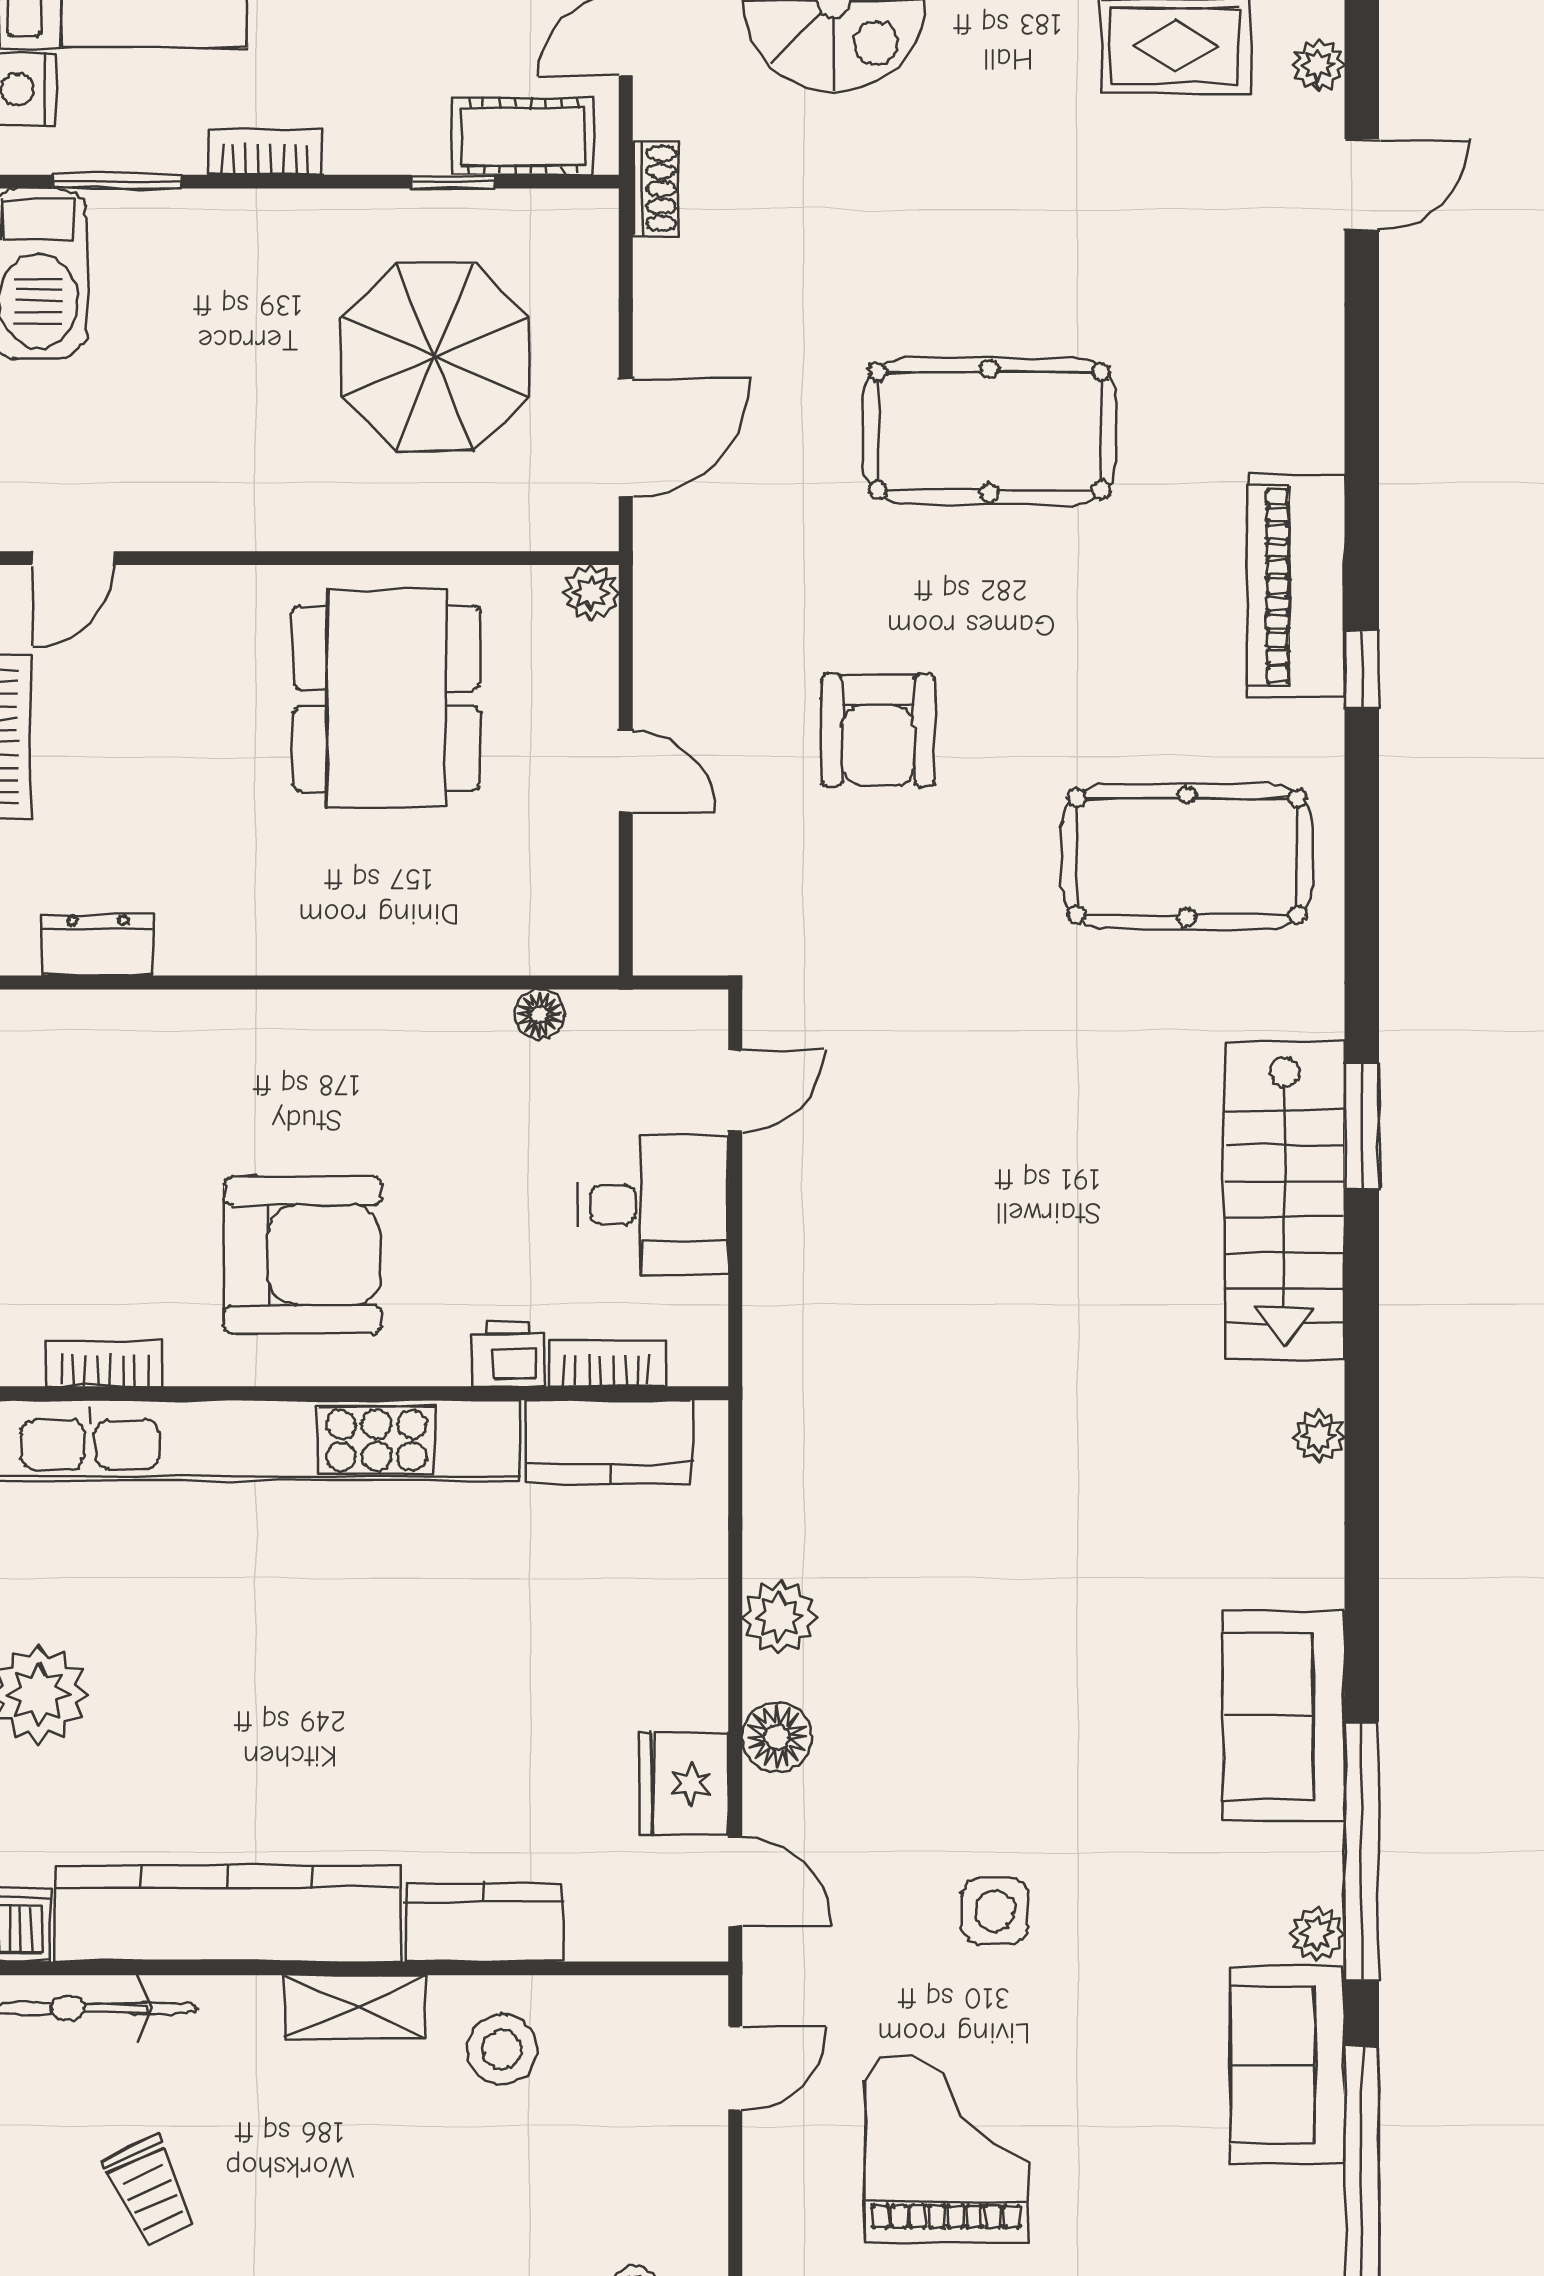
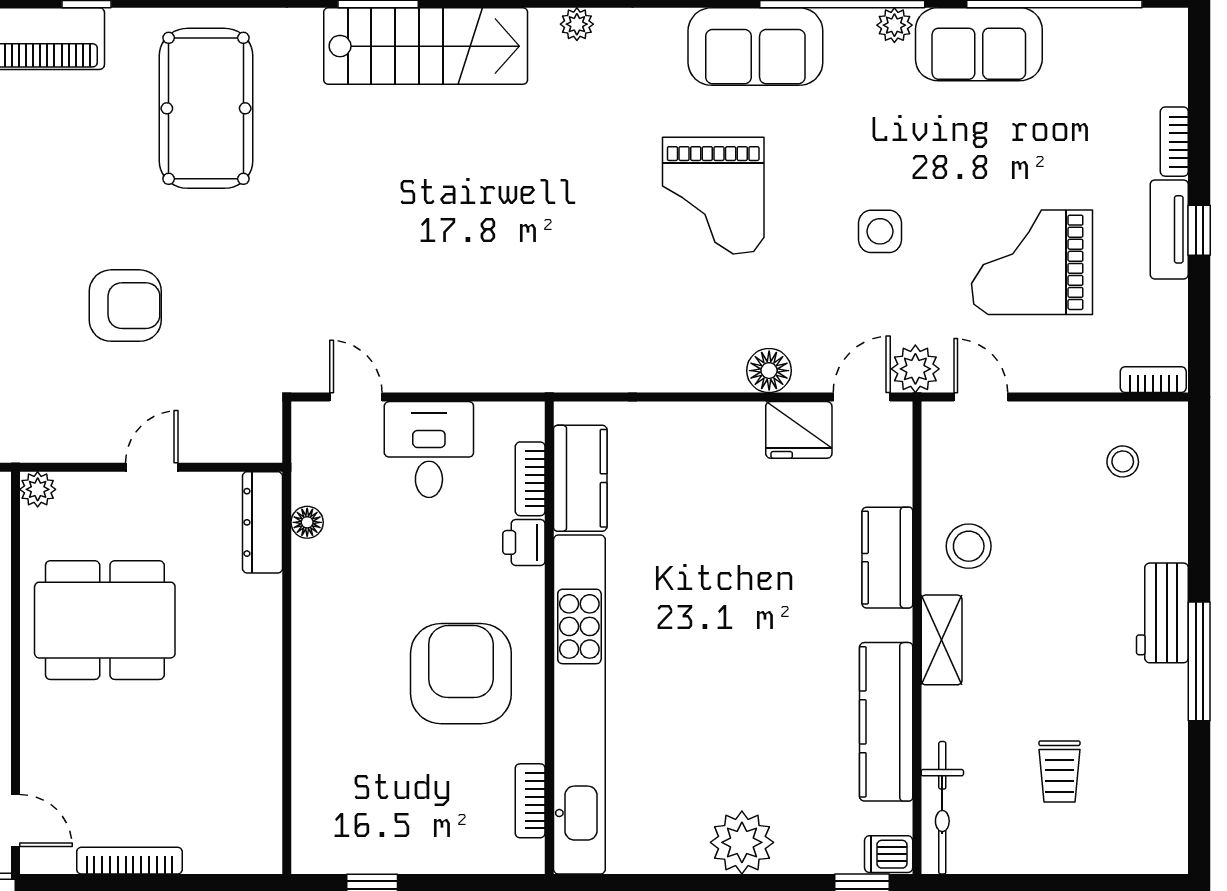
dresser: (98, 945) -> (262, 522), moved, width x1.44
plant: (779, 1617) -> (915, 369), moved
grand piano: (1050, 1650) -> (713, 196), added
kitchen counter: (227, 1913) -> (886, 722), width x0.72, depth x0.86
trolley: (150, 2191) -> (1059, 771), turned 115

